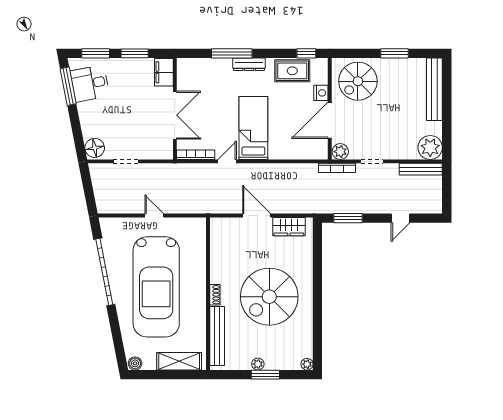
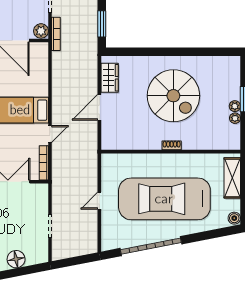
floor lamp: (95, 148) -> (16, 259), moved
door: (227, 161) -> (50, 134), swing flipped
car: (156, 287) -> (164, 199), turned 180
bench: (217, 336) -> (209, 143), removed
plant: (307, 364) -> (235, 118), moved

